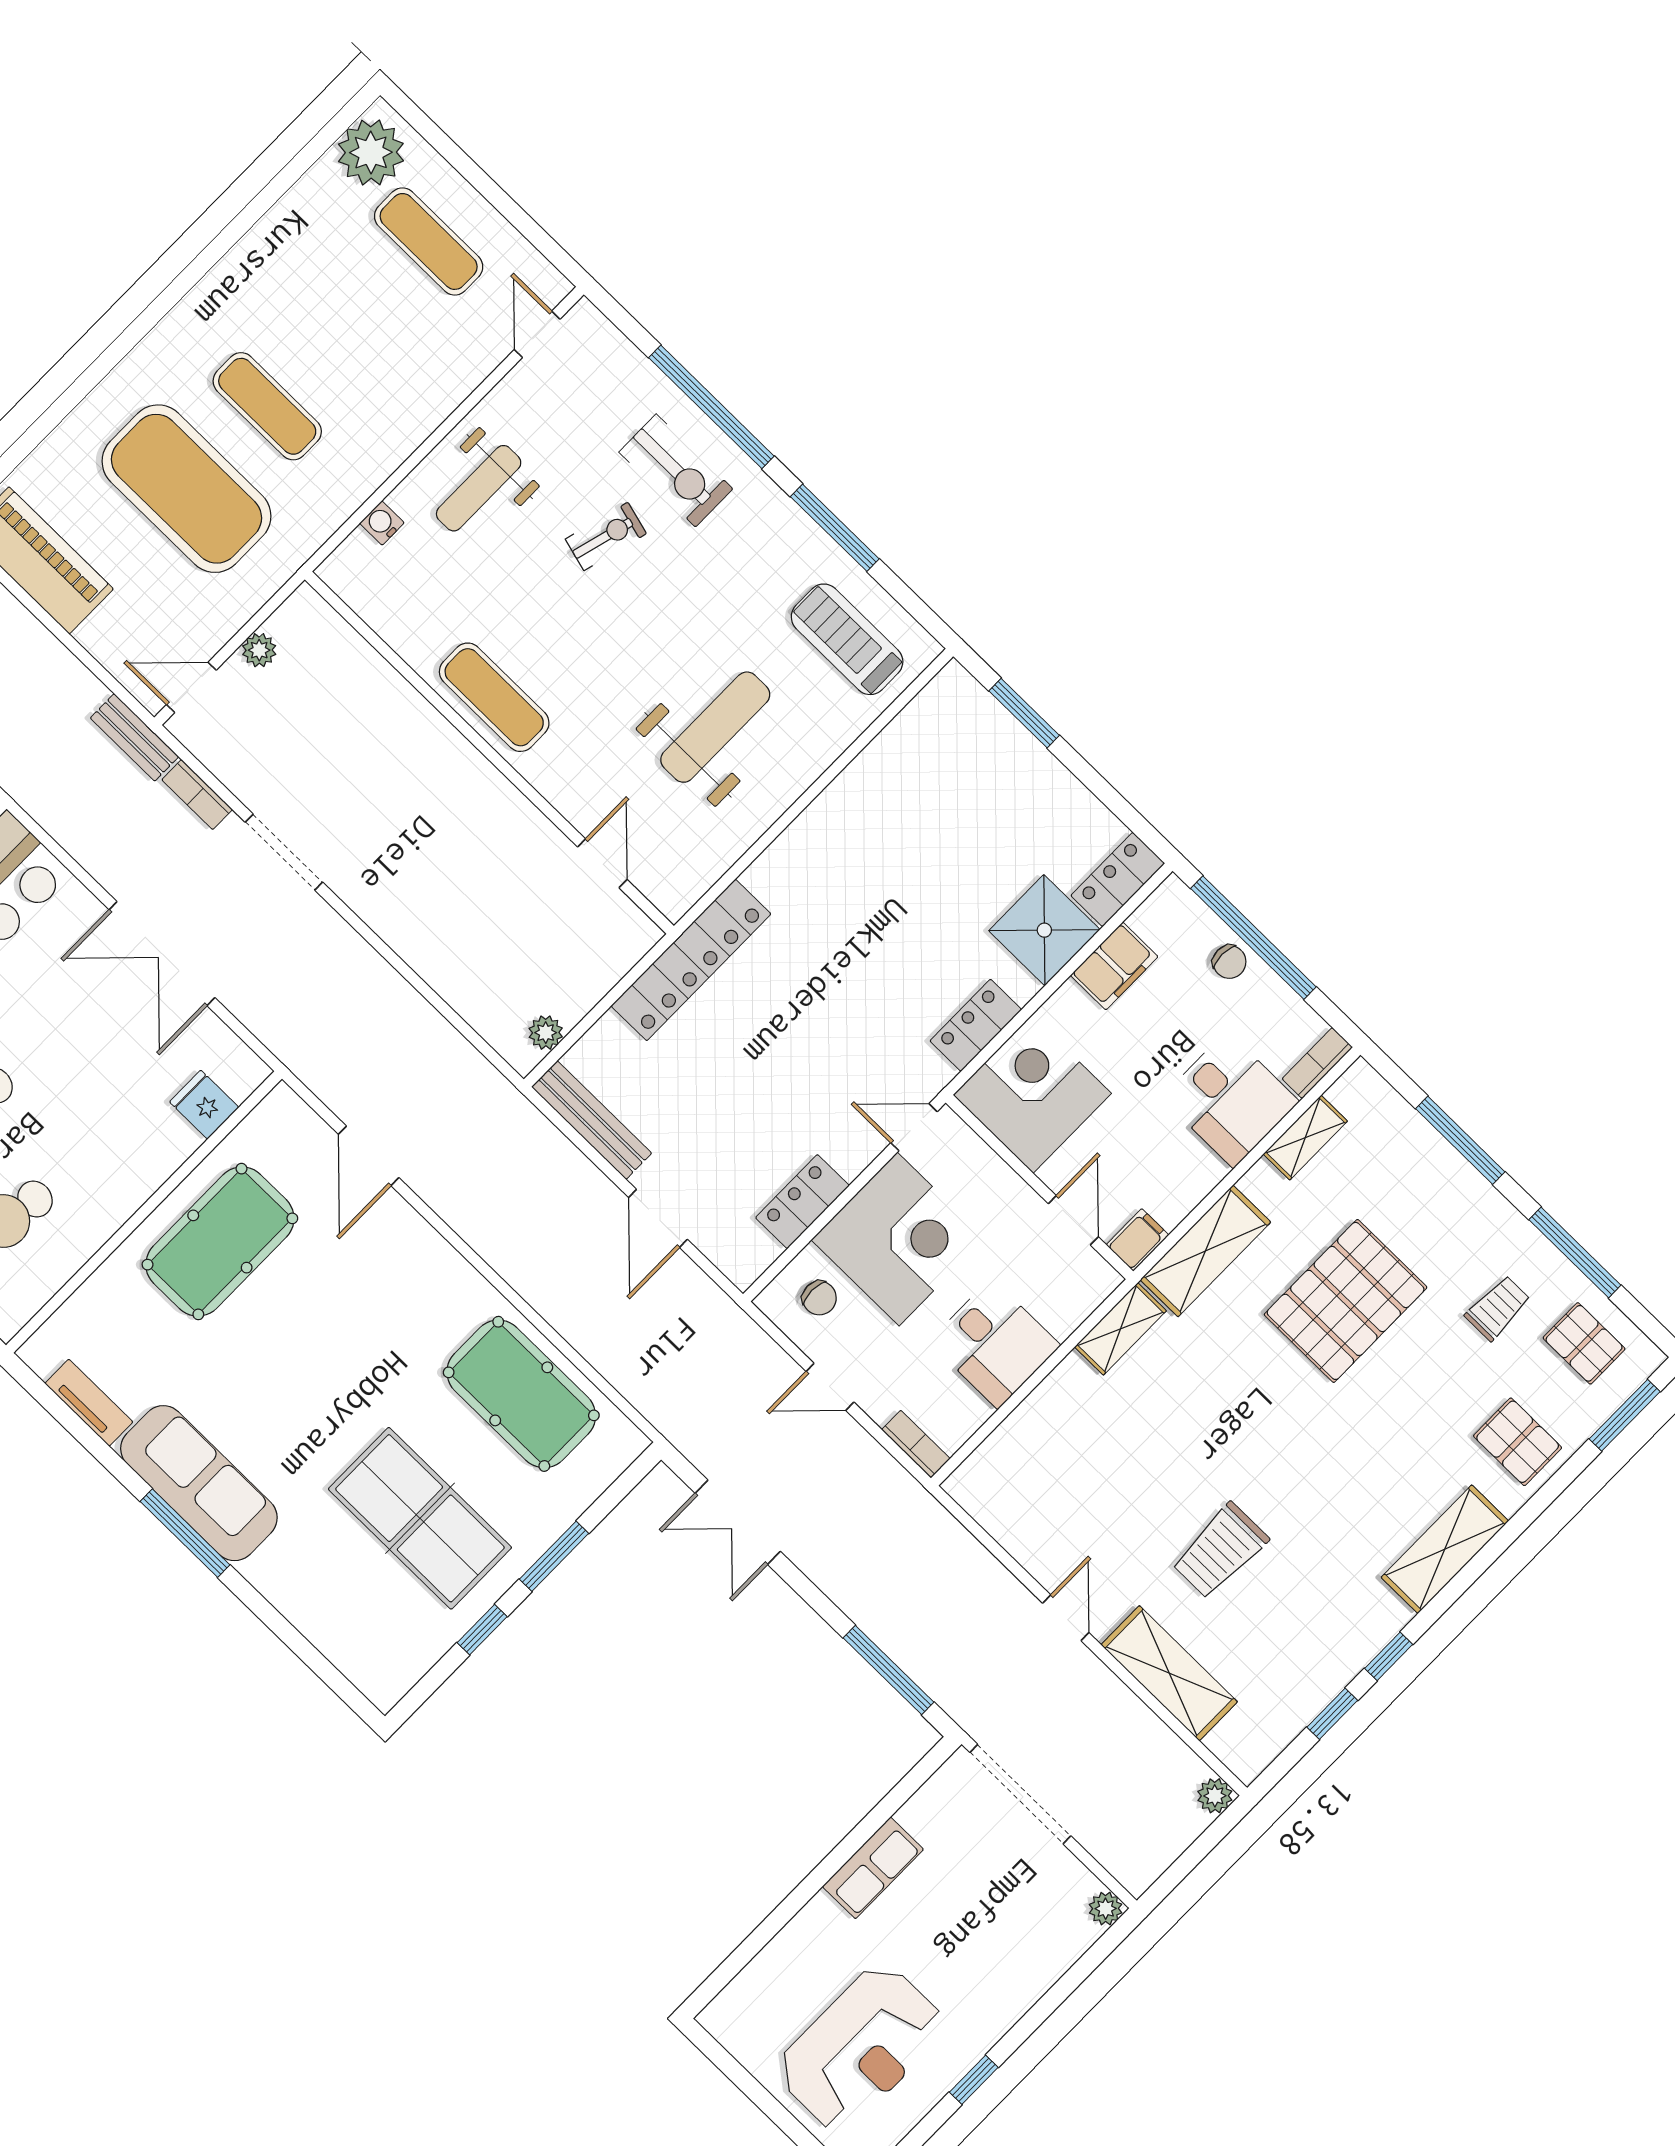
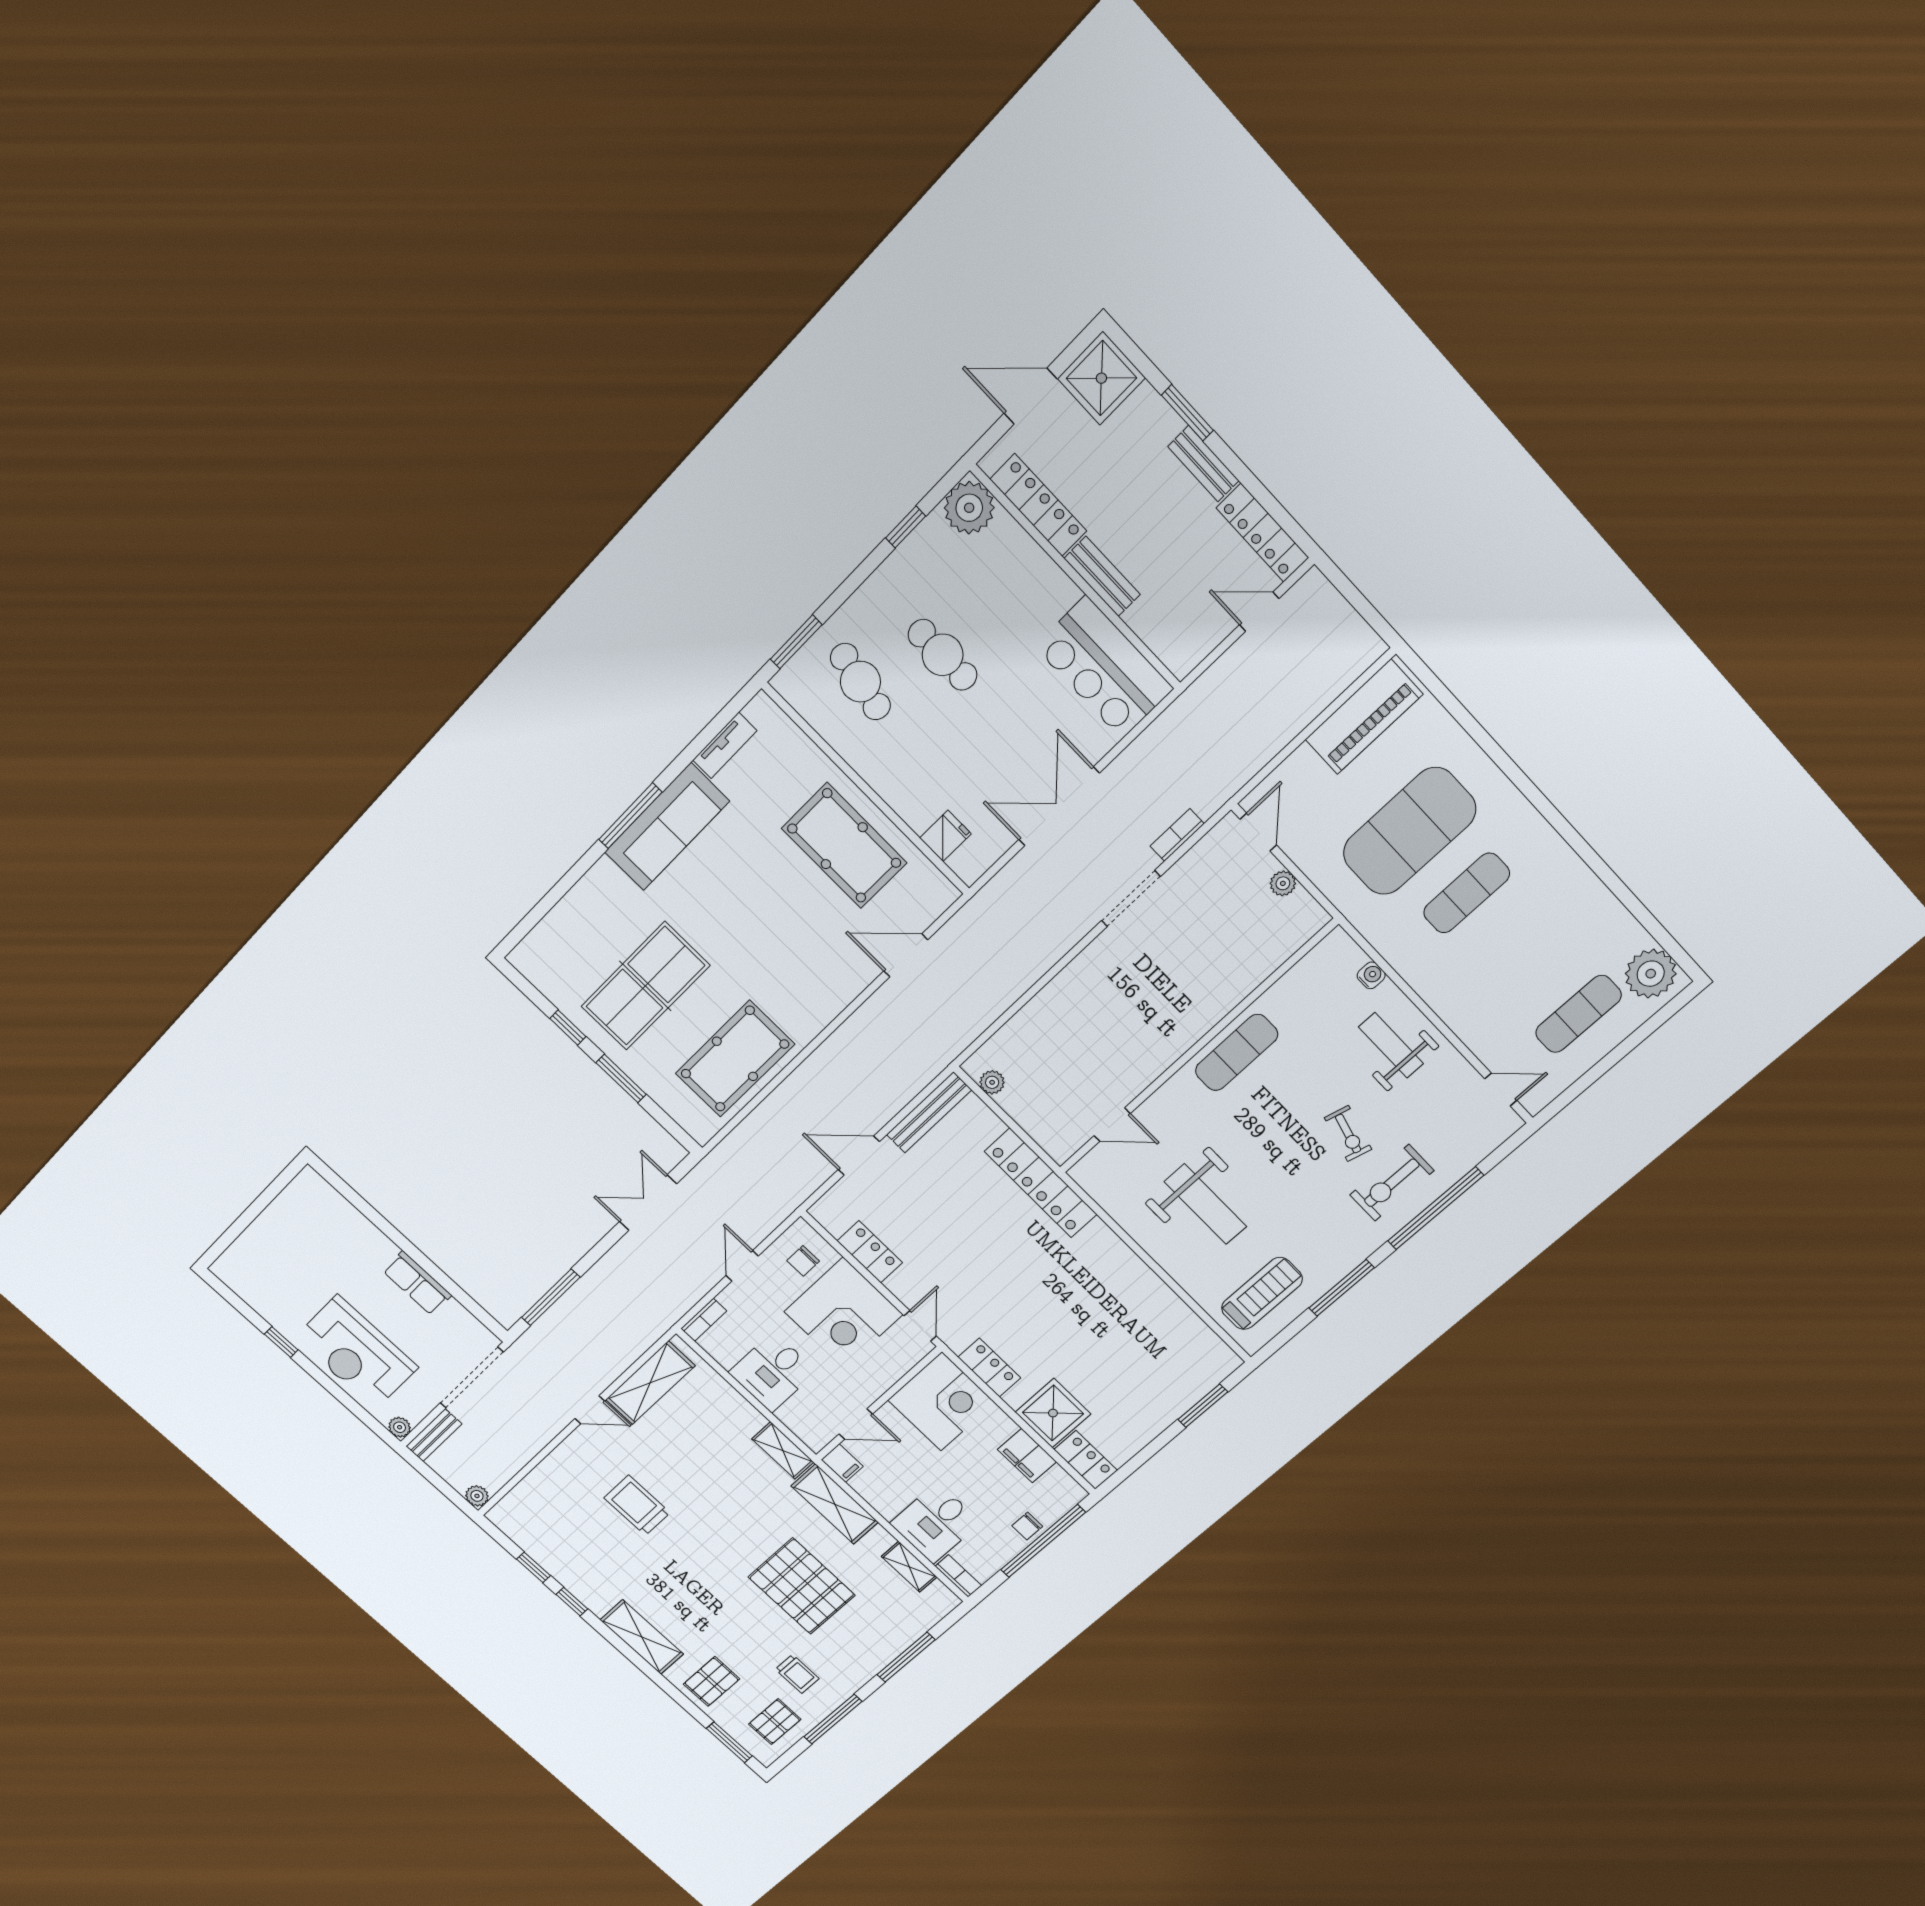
bench: (134, 737) -> (434, 1435), moved
shelving: (1169, 1673) -> (650, 1383), moved
reception desk: (861, 2048) -> (356, 1353), moved

